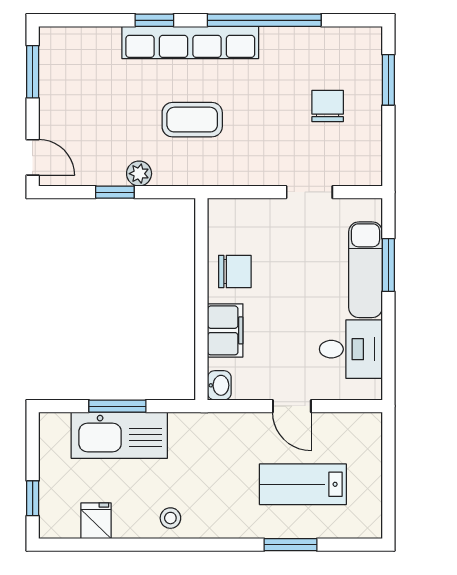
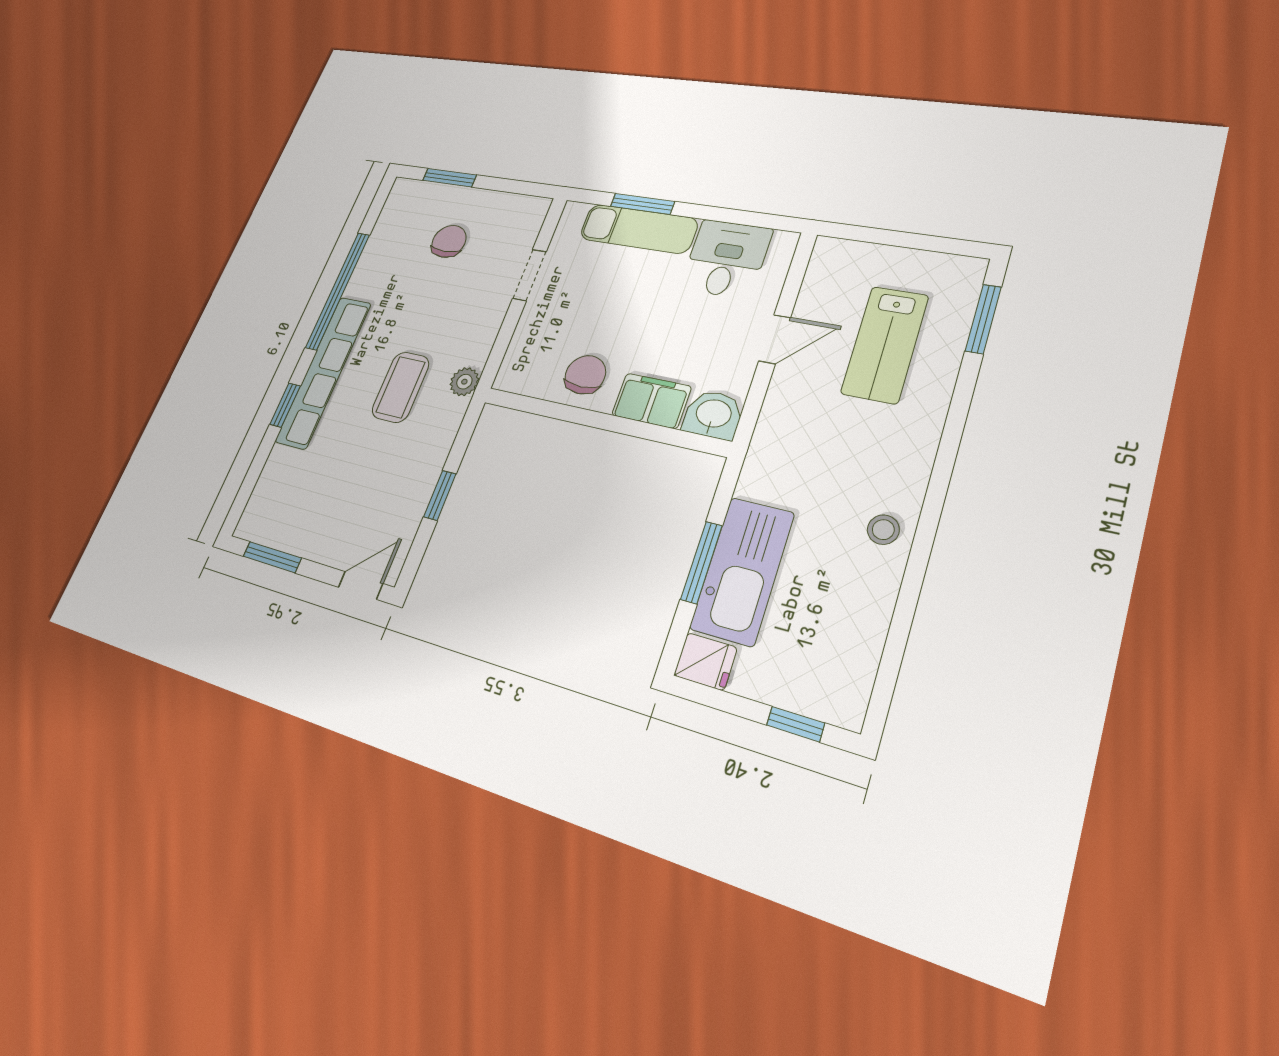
chair: (328, 106) -> (449, 241), turned 90
plant: (139, 174) -> (464, 382), moved
washbasin: (219, 385) -> (713, 415), width x1.38, depth x1.45
fridge: (96, 521) -> (705, 661), moved, turned 180
window: (291, 545) -> (983, 319), moved

